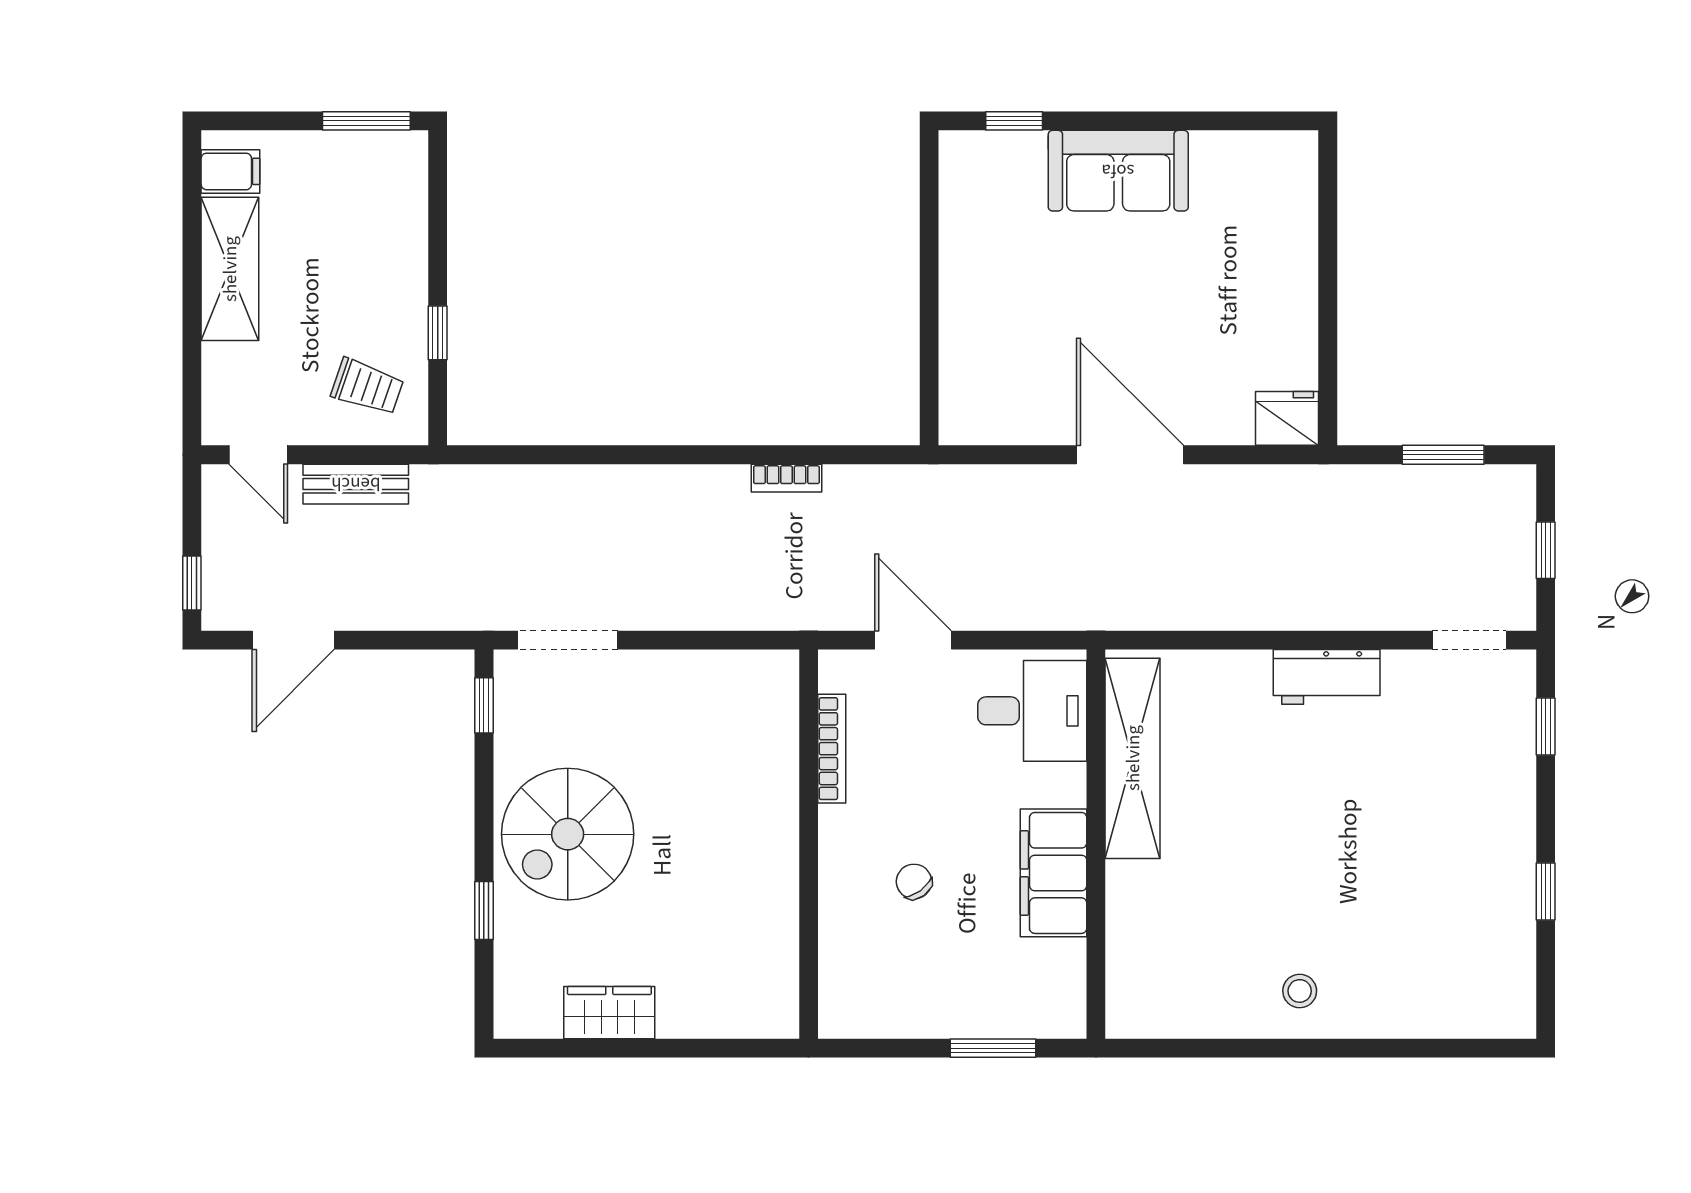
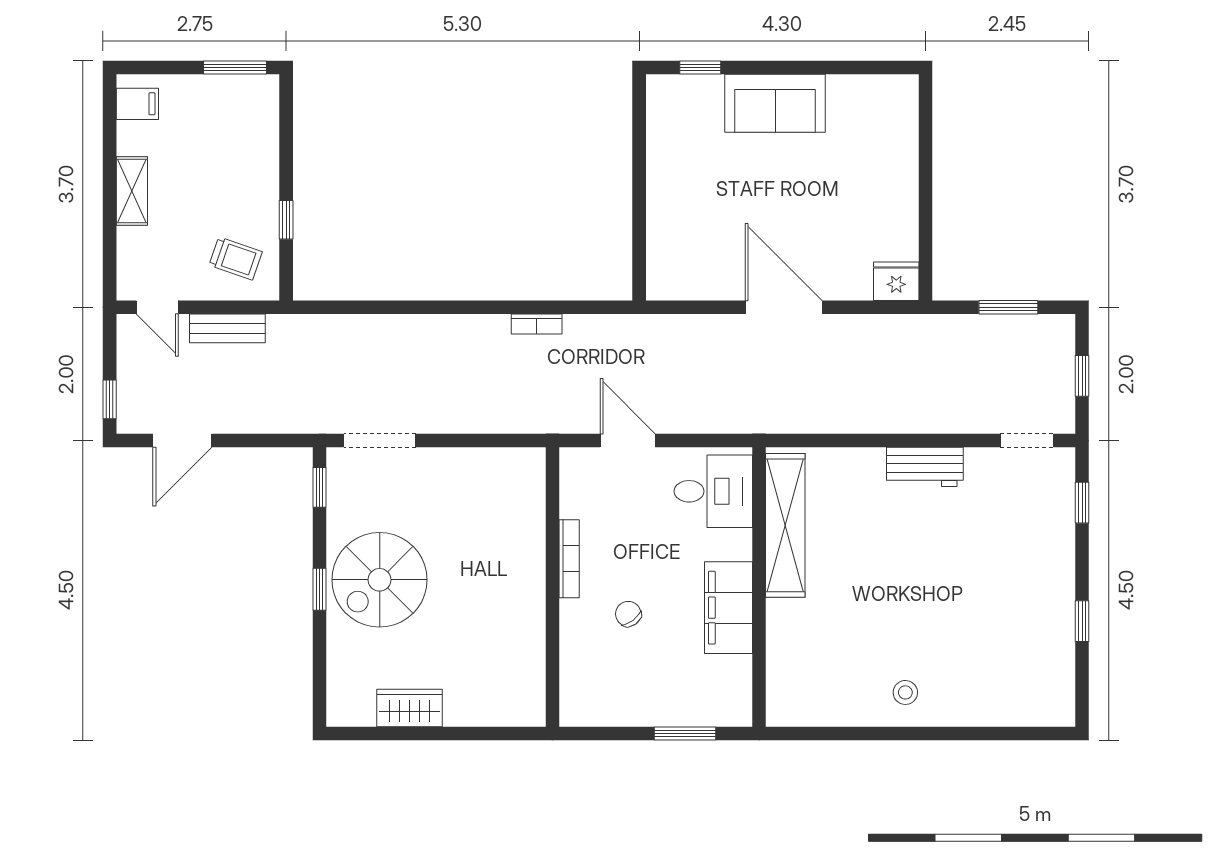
shelving: (230, 269) -> (132, 191), width x0.67, depth x0.75
bookcase: (832, 749) -> (569, 559), moved
window: (484, 910) -> (319, 589), moved

